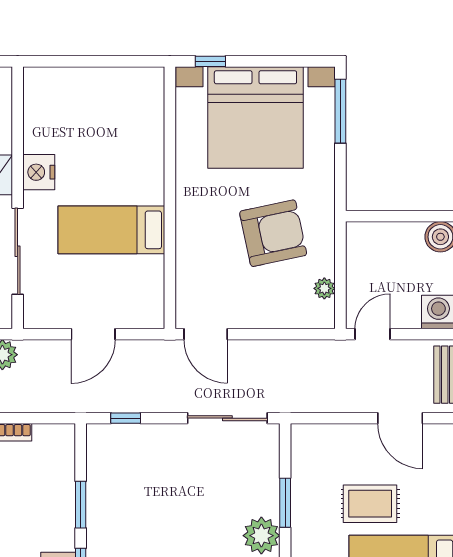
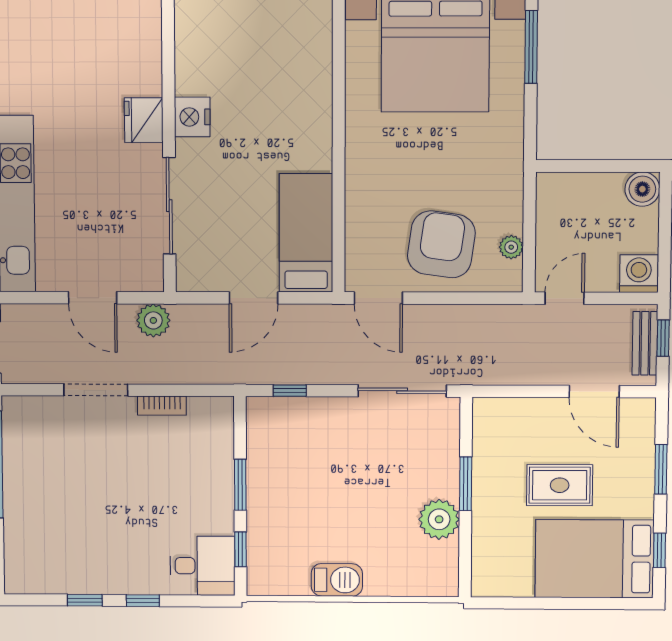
bed: (111, 230) -> (306, 233), moved, turned 90
armchair: (273, 233) -> (441, 244), moved, turned -70

